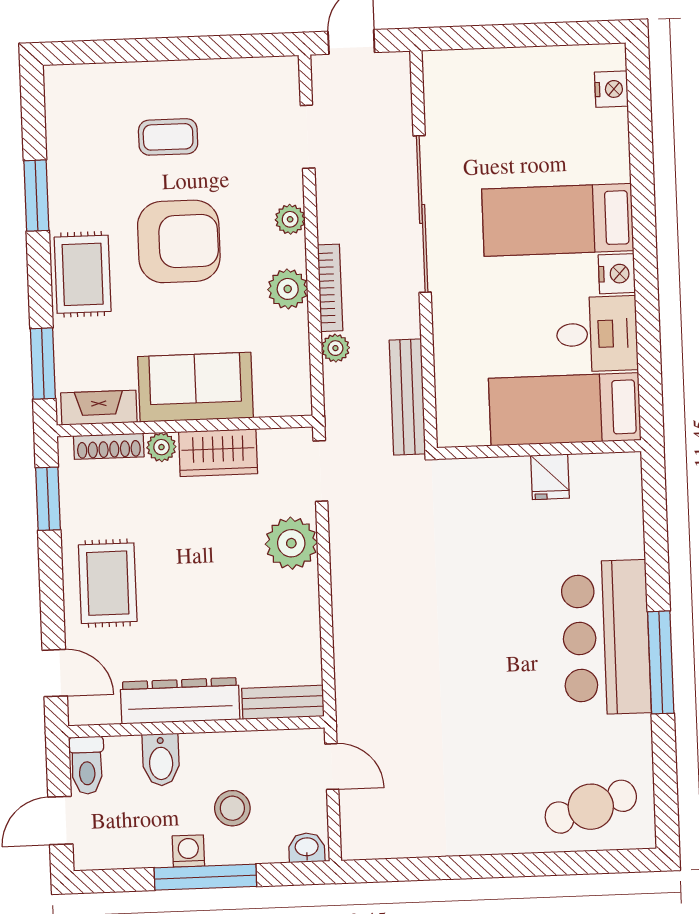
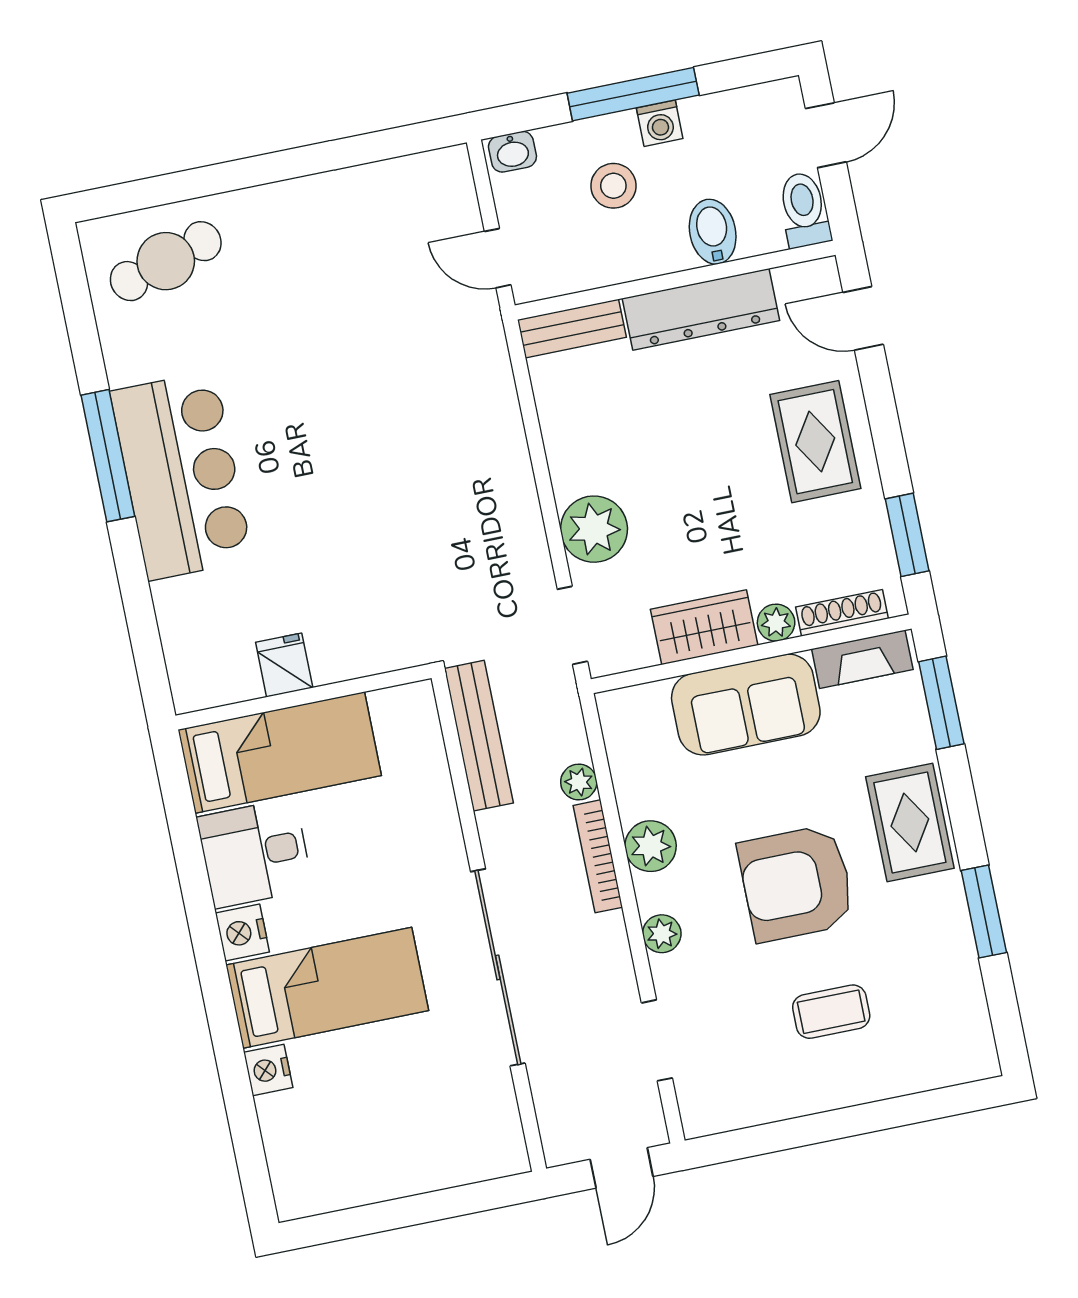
nightstand: (611, 89) -> (268, 1070), moved

